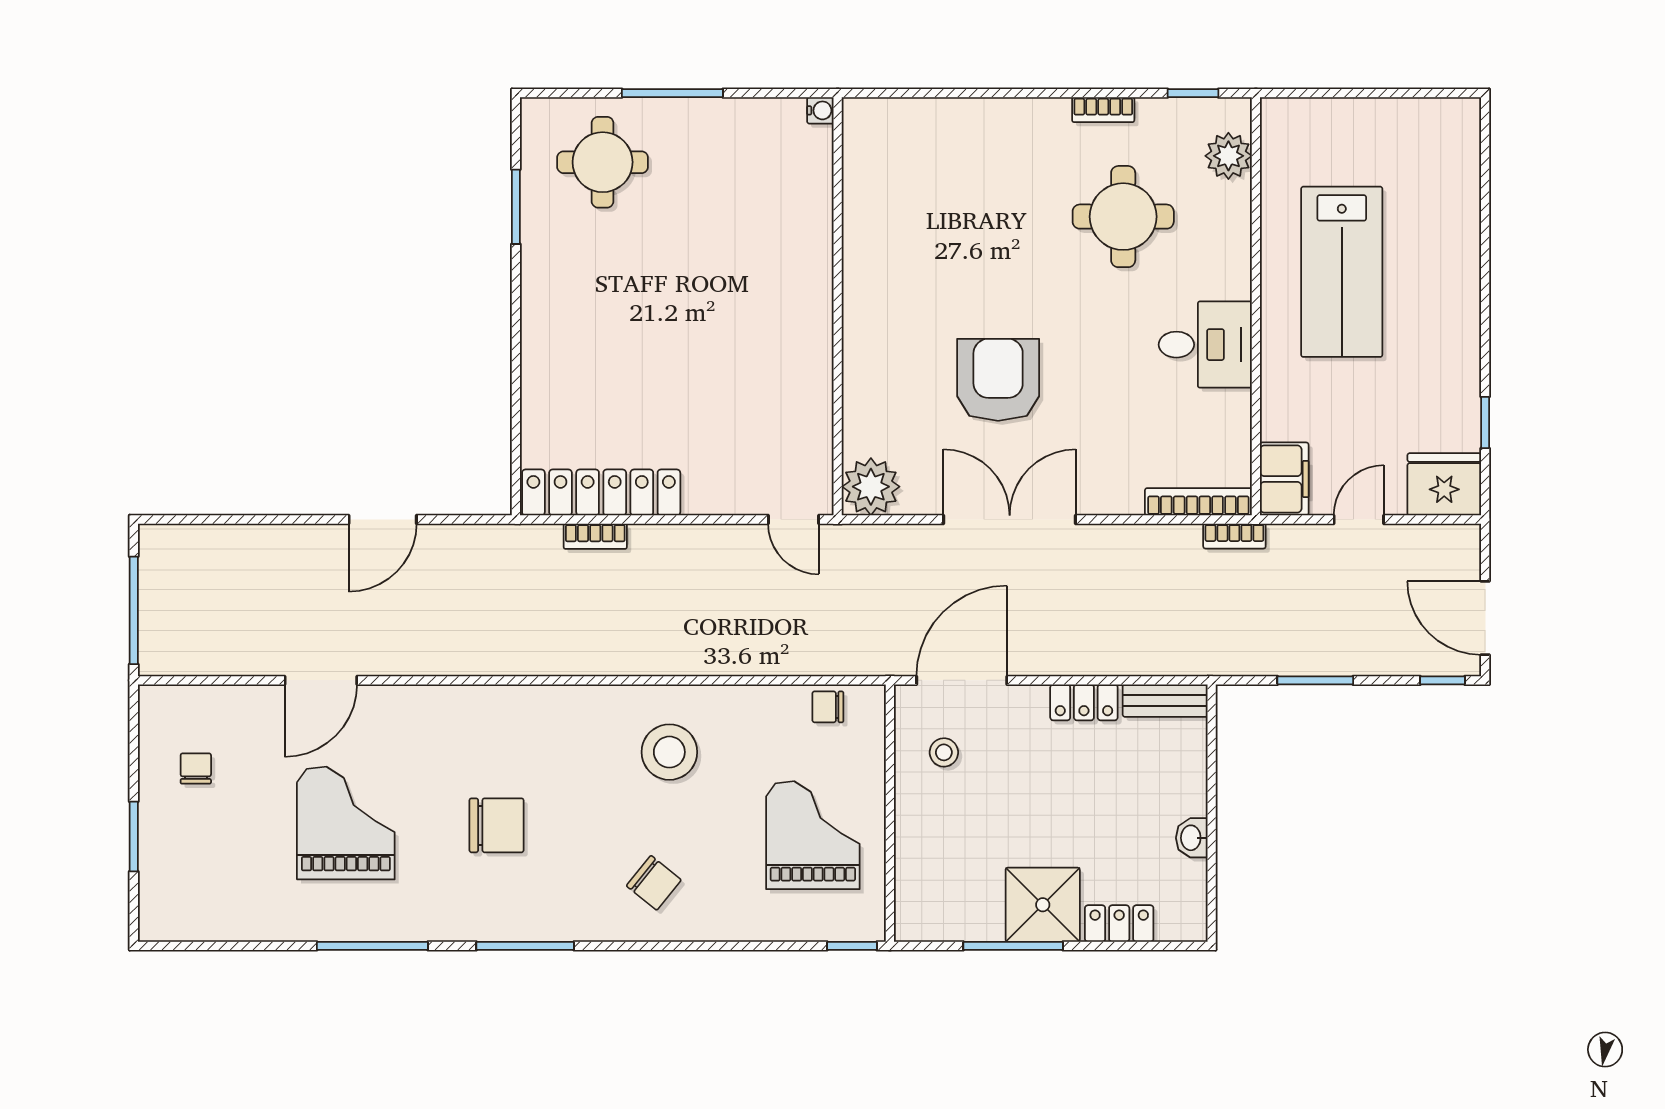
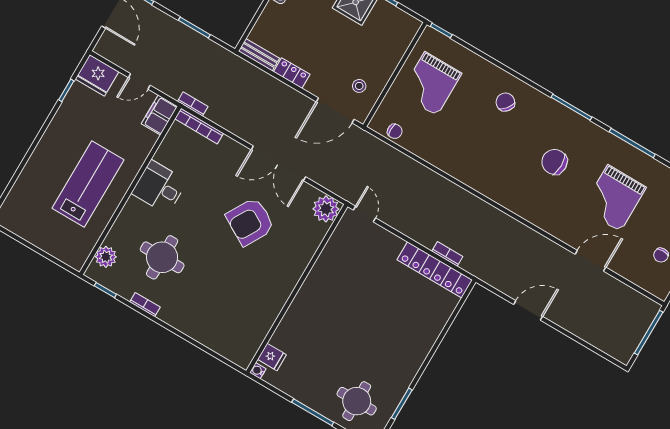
fridge: (809, 151) -> (272, 357), added
armchair: (998, 380) -> (250, 222), turned 30
stool: (669, 752) -> (468, 151), removed

